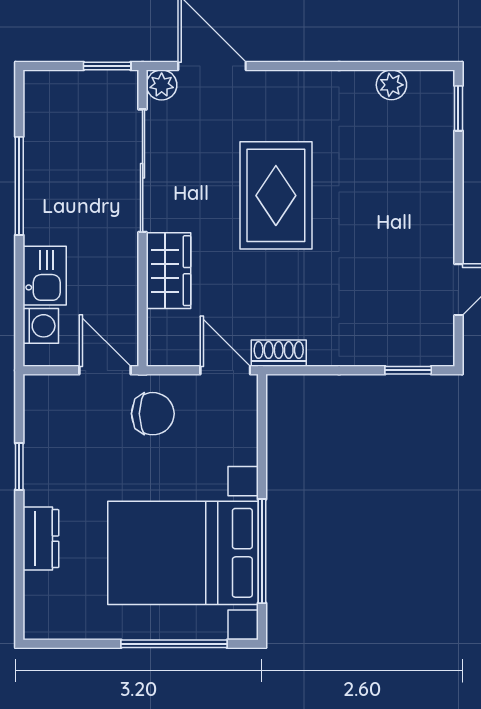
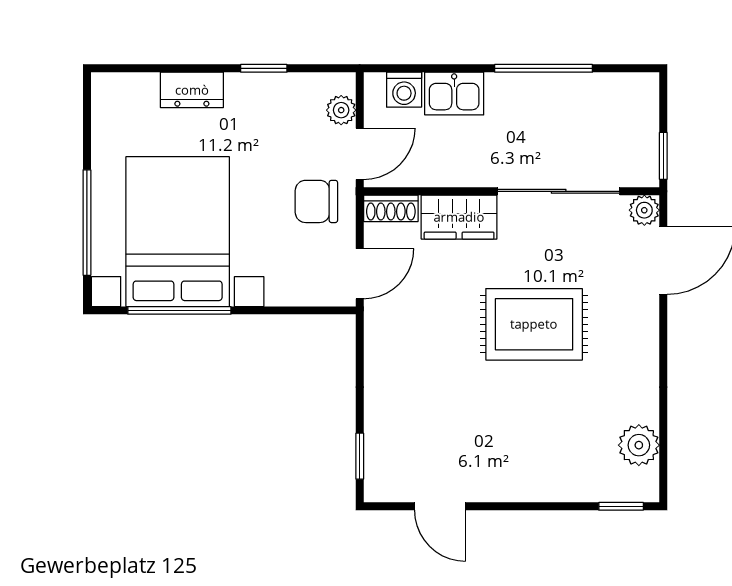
plant: (391, 85) -> (639, 445), width x1.38, depth x1.38
shoe rack: (279, 353) -> (391, 208), moved, turned 90
plant: (61, 389) -> (341, 110), added
chair: (153, 414) -> (316, 201), turned 90

